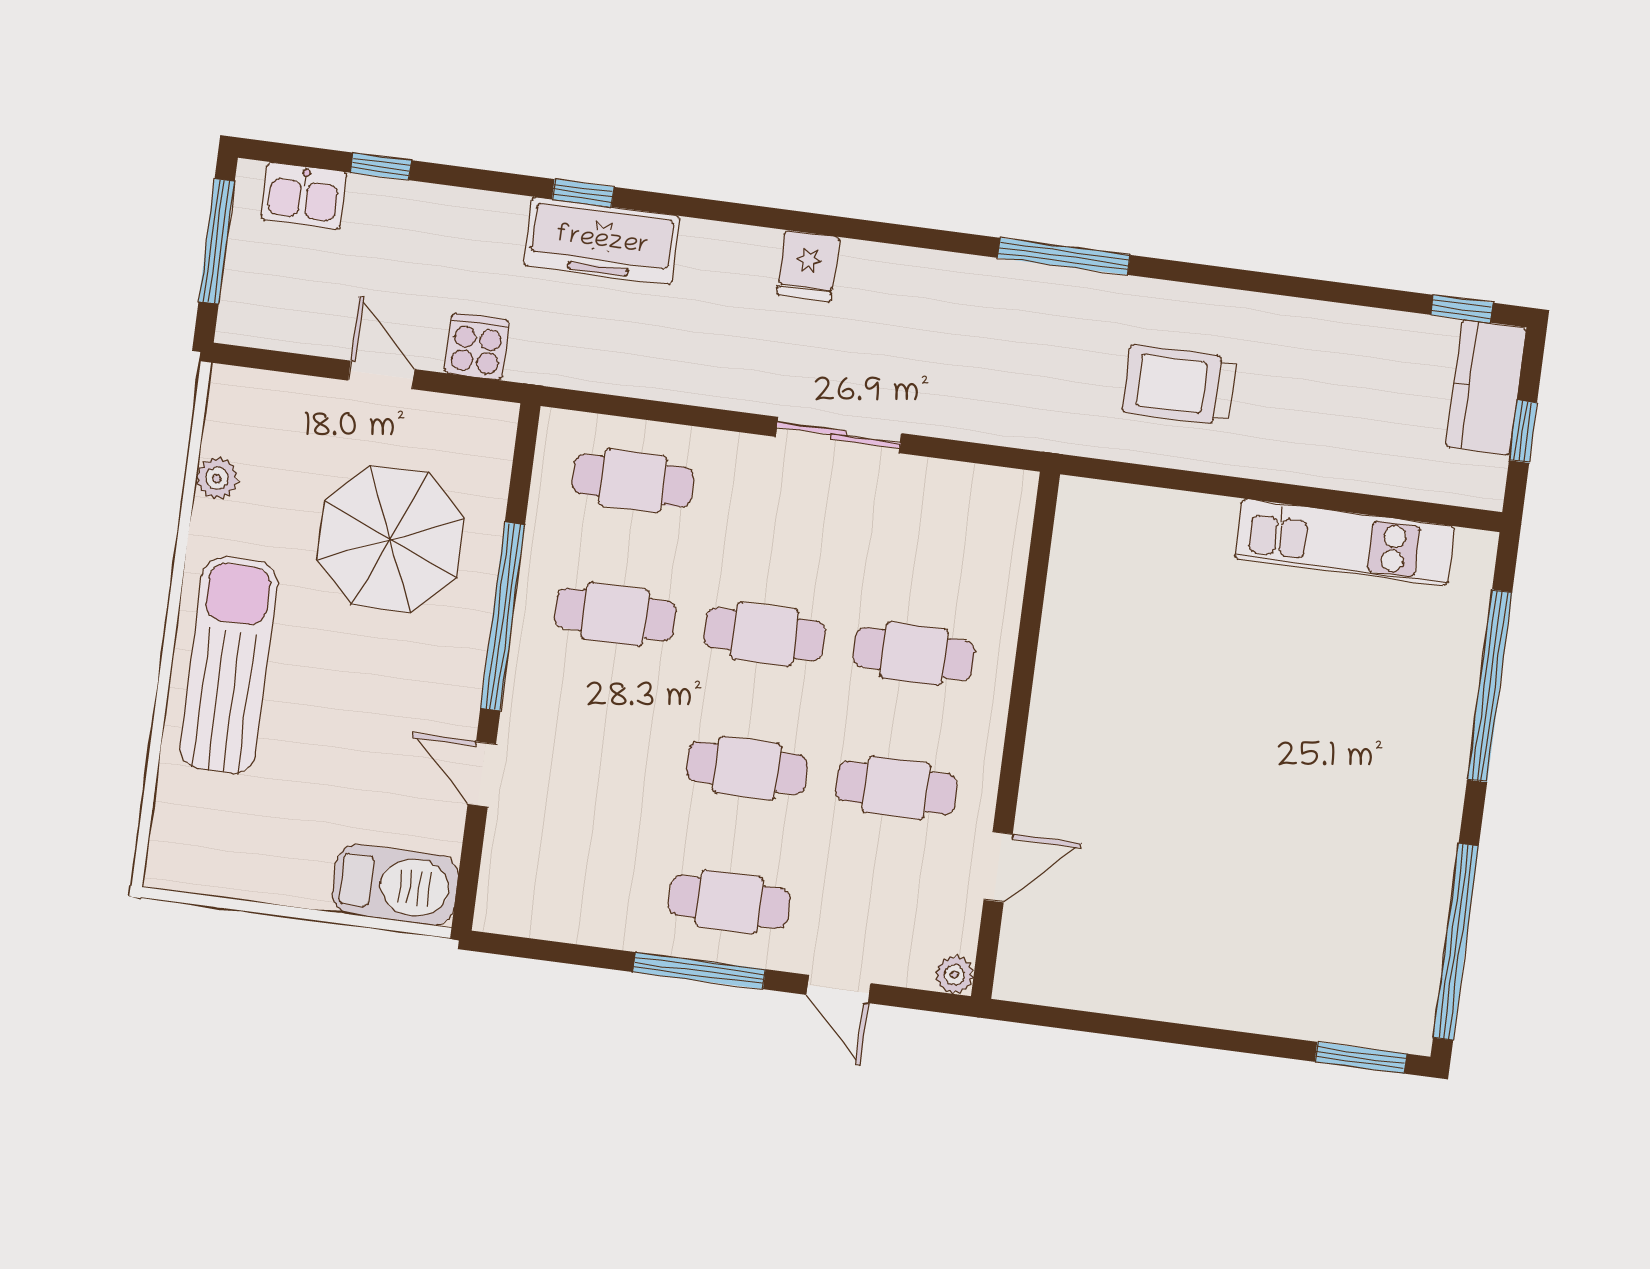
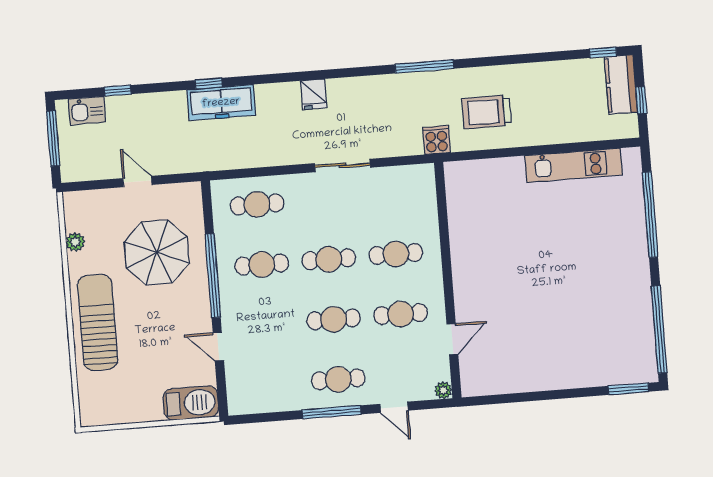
cooker: (477, 347) -> (437, 140), moved

